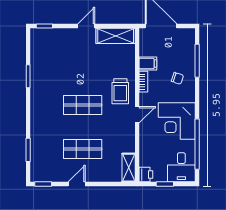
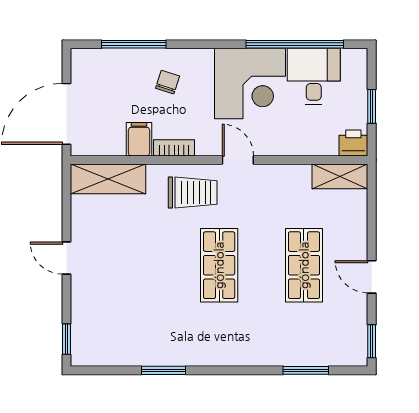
shelving: (116, 36) -> (108, 179), moved, turned 90
desk: (181, 167) -> (314, 77), moved, turned -90

